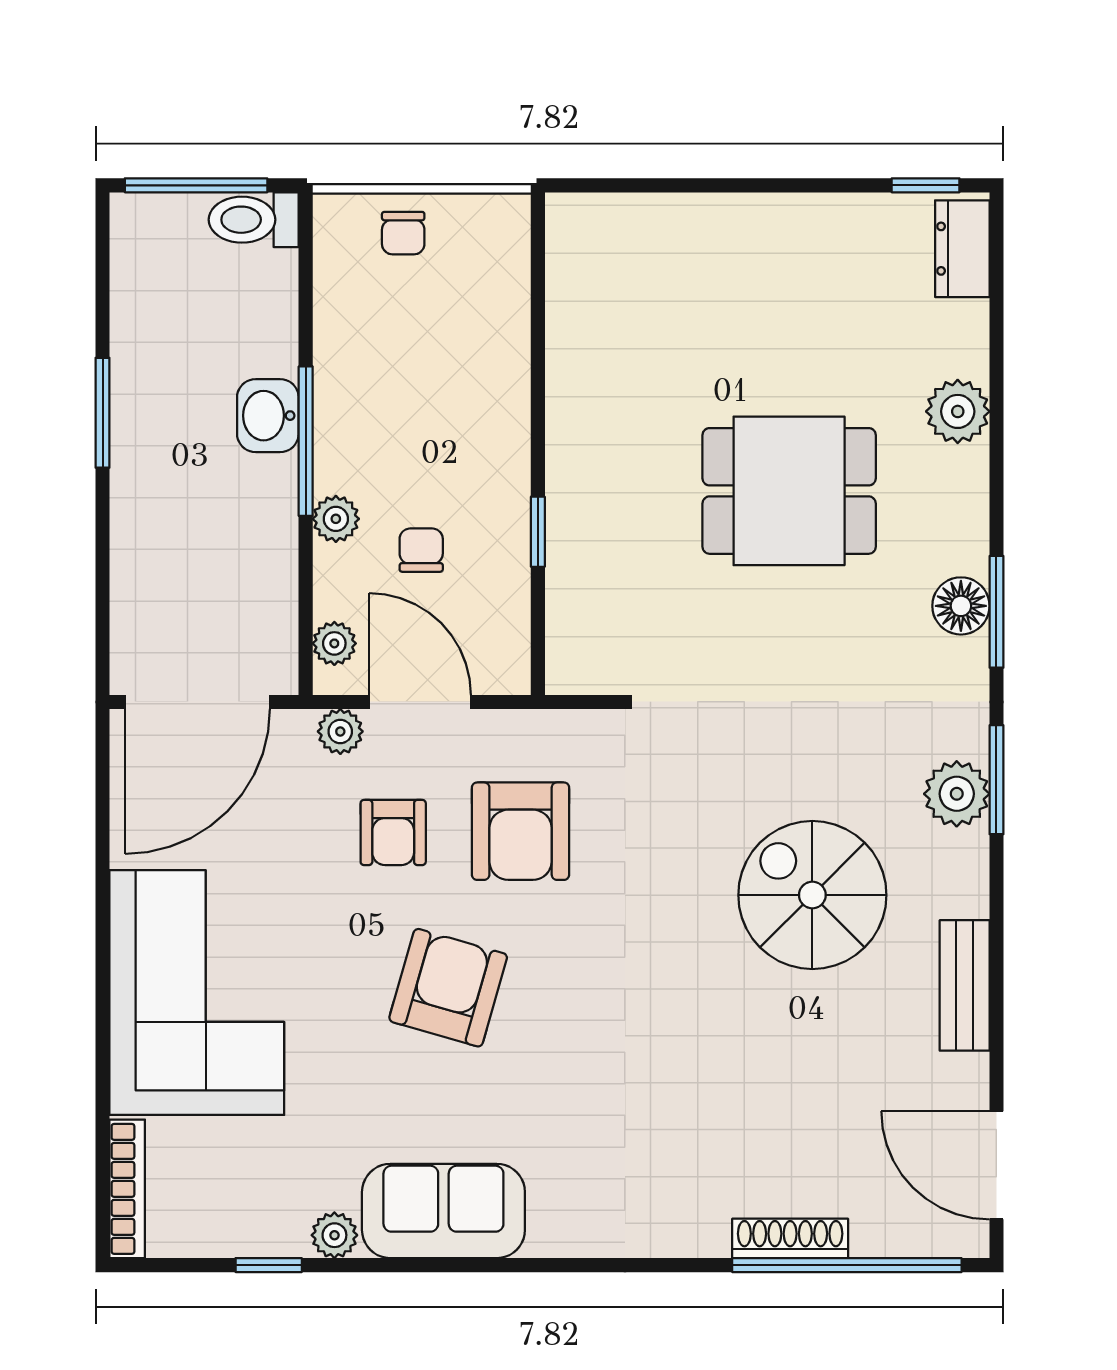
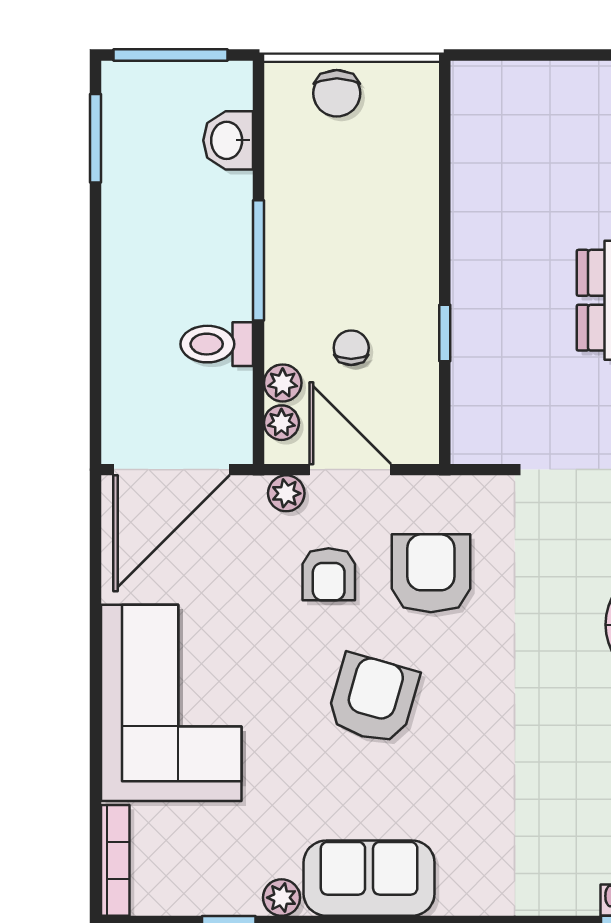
toilet: (254, 220) -> (217, 344), moved
chair: (403, 233) -> (337, 93), width x1.37, depth x1.37
window: (103, 413) -> (95, 138), moved
washbasin: (268, 416) -> (228, 140), moved
plant: (336, 519) -> (283, 383), moved
armchair: (521, 831) -> (431, 573), turned 180

